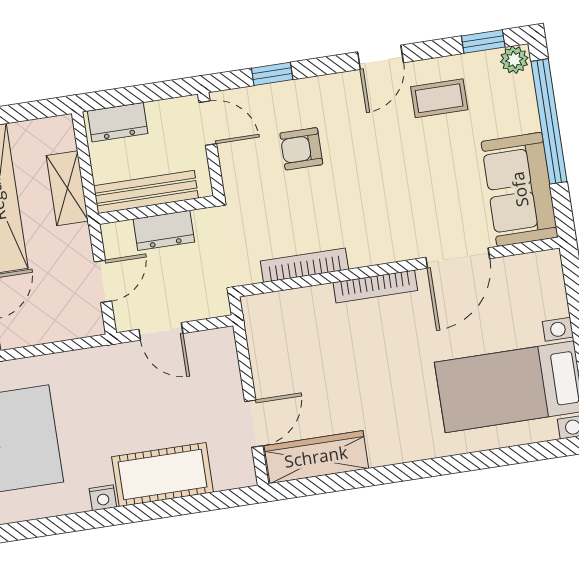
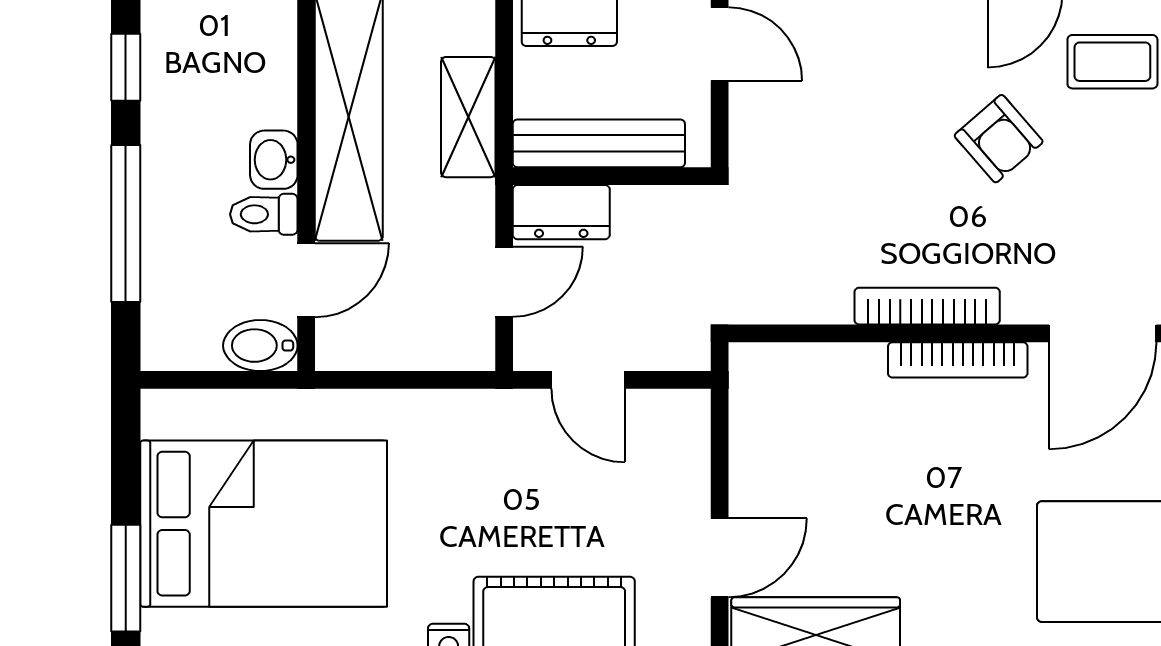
armchair: (301, 149) -> (999, 139), moved, turned -131
dresser: (164, 230) -> (561, 212), moved
bookcase: (304, 265) -> (927, 306), moved

